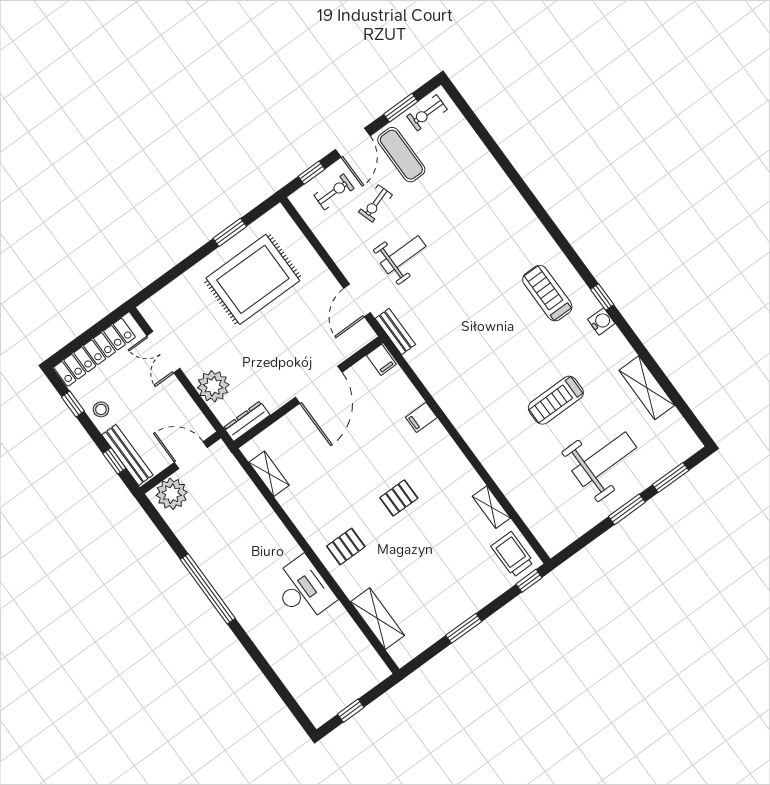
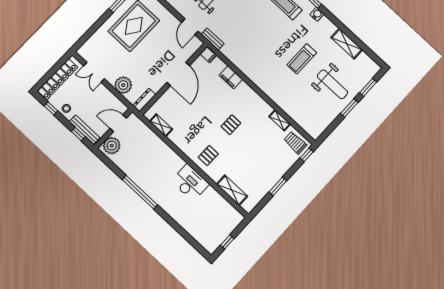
filing cabinet: (421, 417) -> (231, 77), width x2.00
weight bench: (604, 459) -> (333, 84), turned 90

